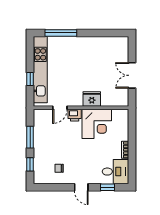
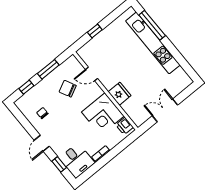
kitchen unit: (40, 70) -> (153, 43), moved, turned 90
printer: (75, 115) -> (124, 126), moved
chair: (56, 135) -> (68, 89), added

